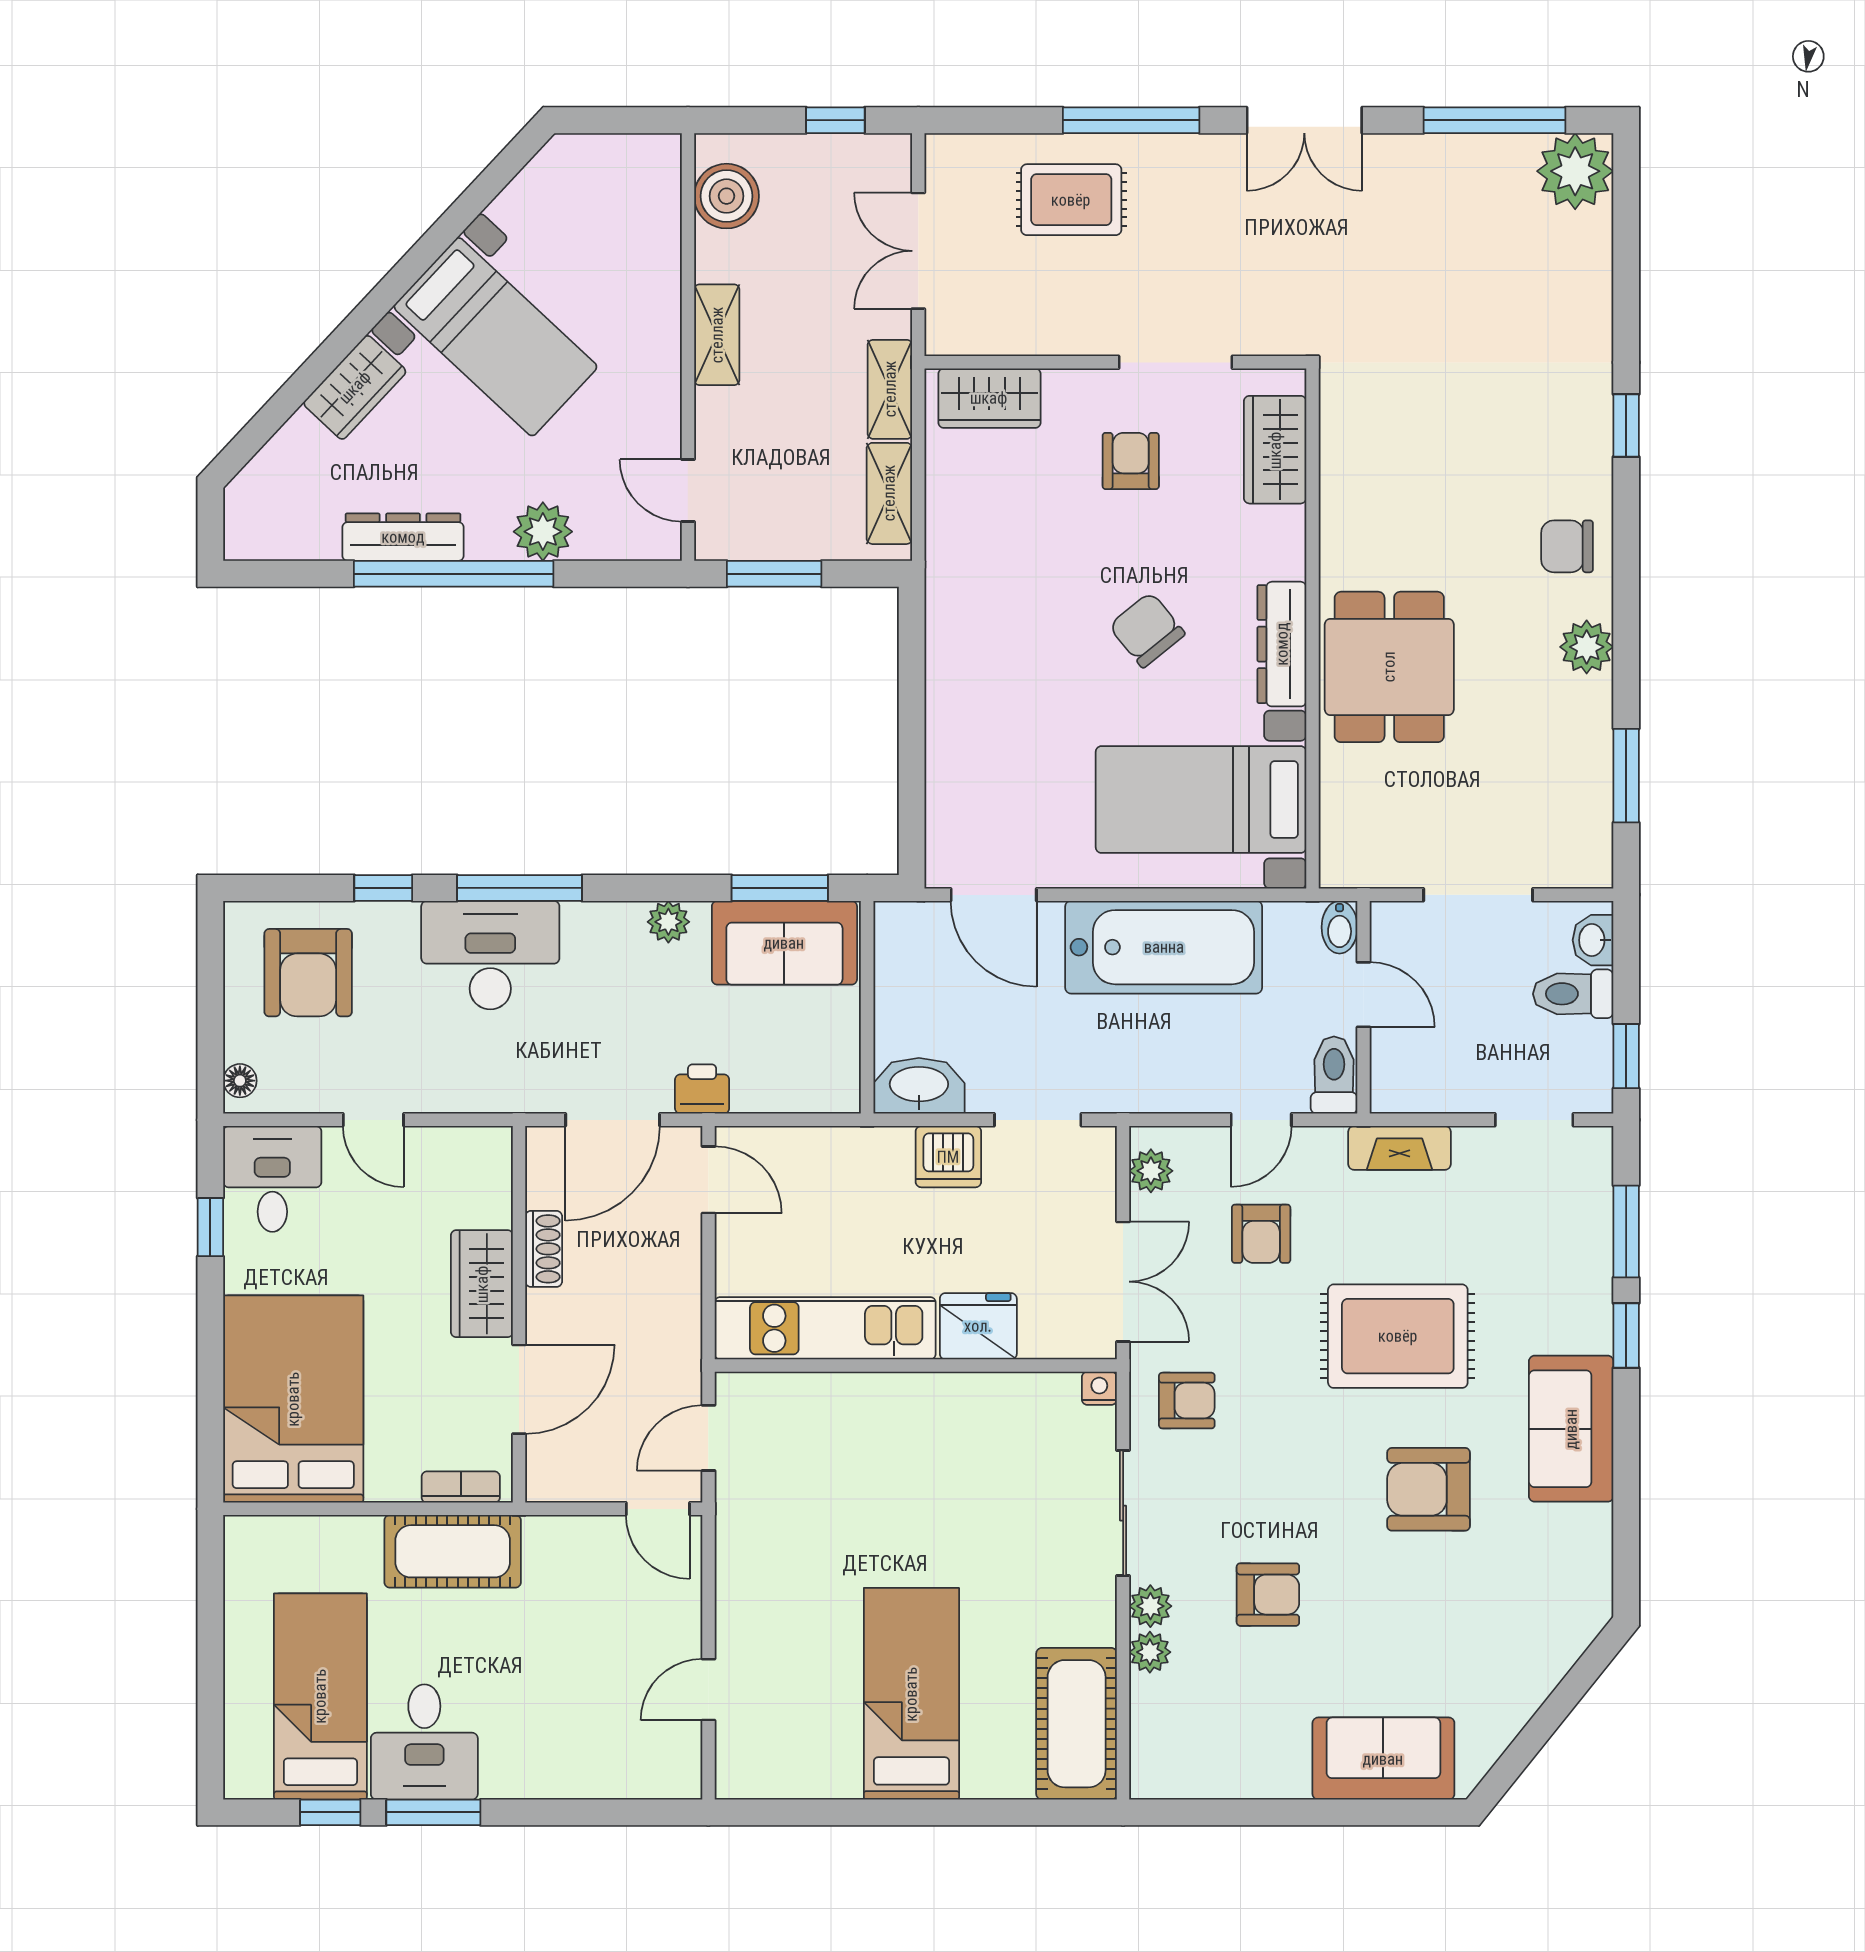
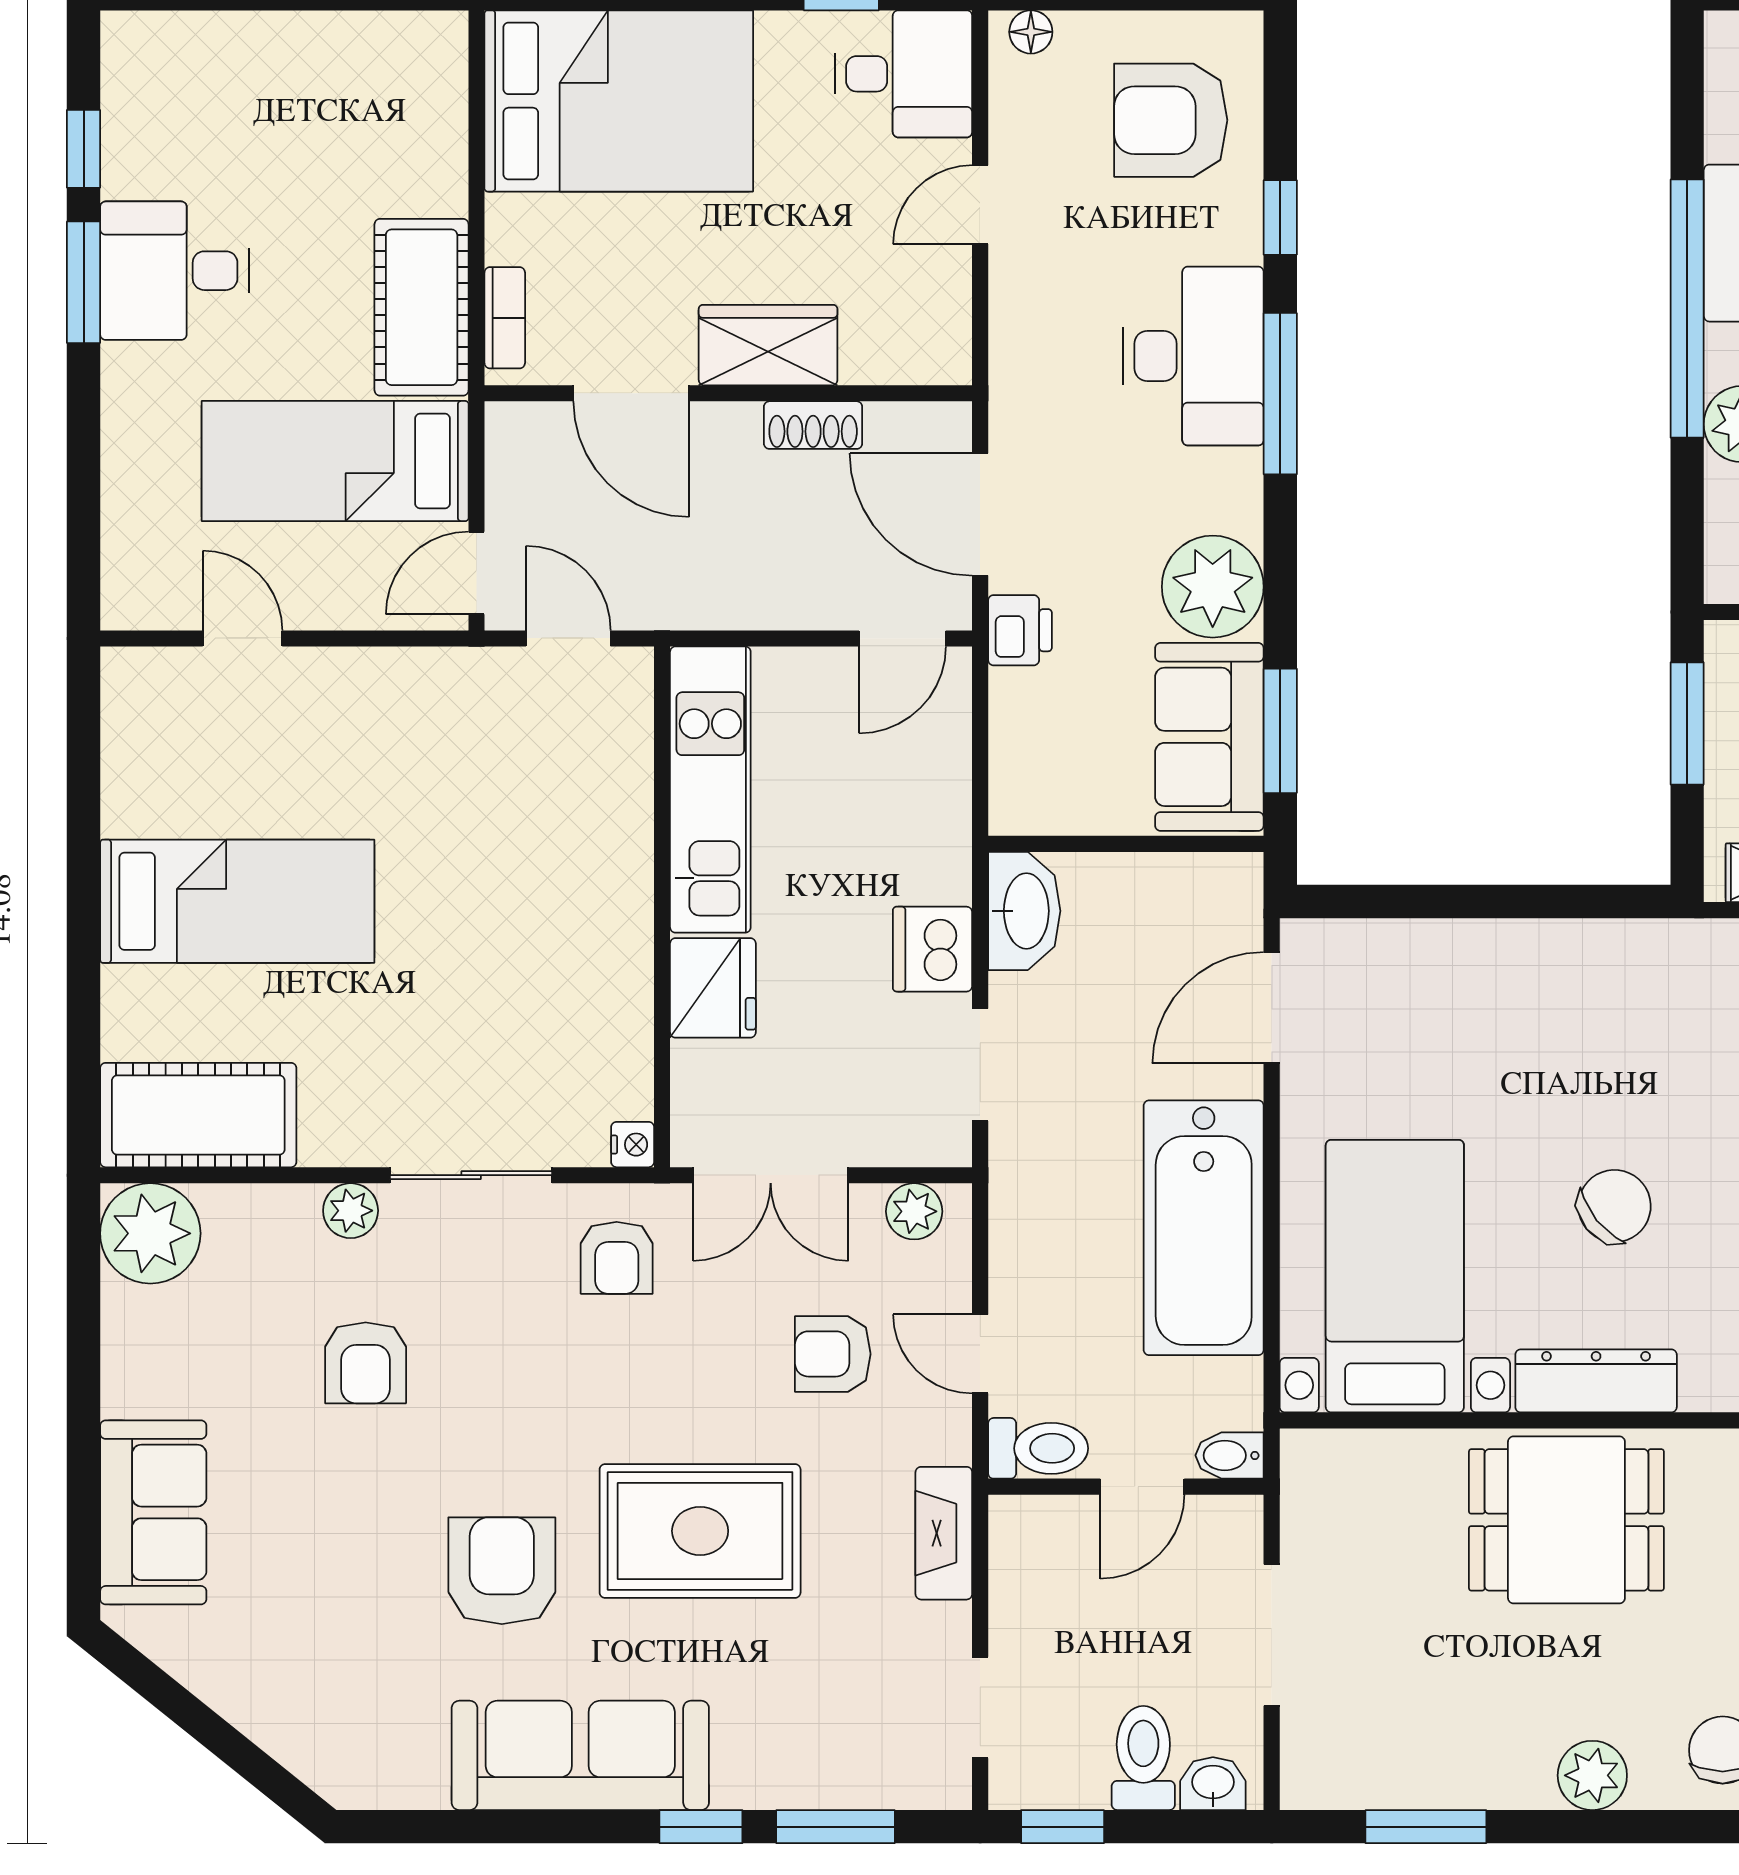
plant: (668, 922) -> (1213, 587), width x1.87, depth x1.87
rug: (1398, 1336) -> (700, 1531), turned 90
sofa: (1571, 1429) -> (580, 1755), width x1.36
plant: (1150, 1652) -> (150, 1233), moved, width x1.88, depth x1.88
bed: (320, 1696) -> (335, 461), moved, turned 180

